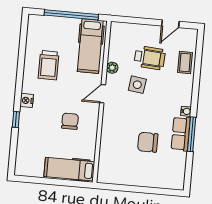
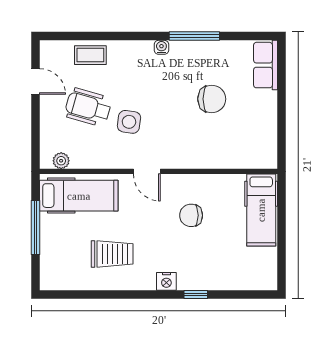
window: (71, 15) -> (36, 228), width x0.68
wheelchair: (150, 58) -> (88, 107), turned -78
plant: (112, 68) -> (61, 161), moved
row of seats: (181, 134) -> (266, 65), moved, turned 90
chair: (148, 142) -> (212, 99), turned -90

